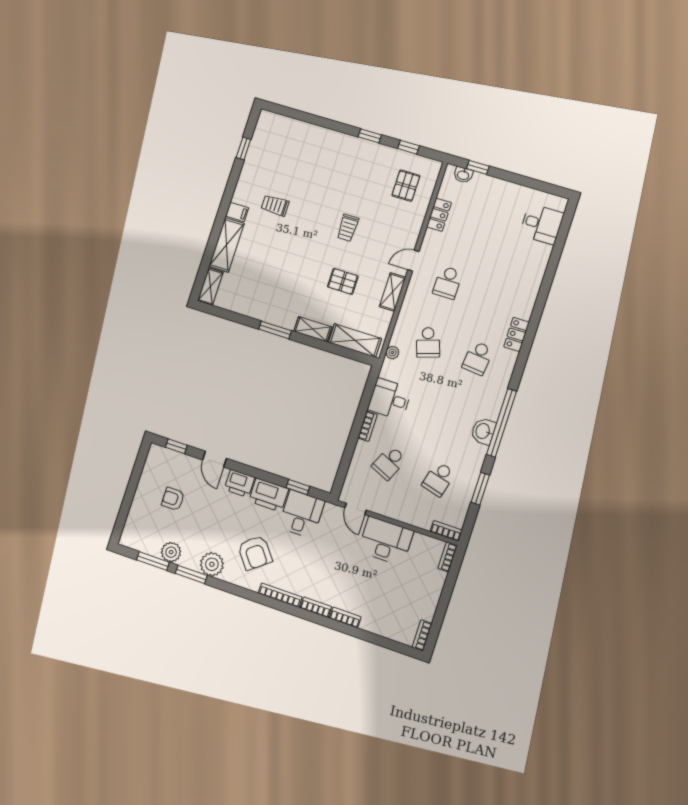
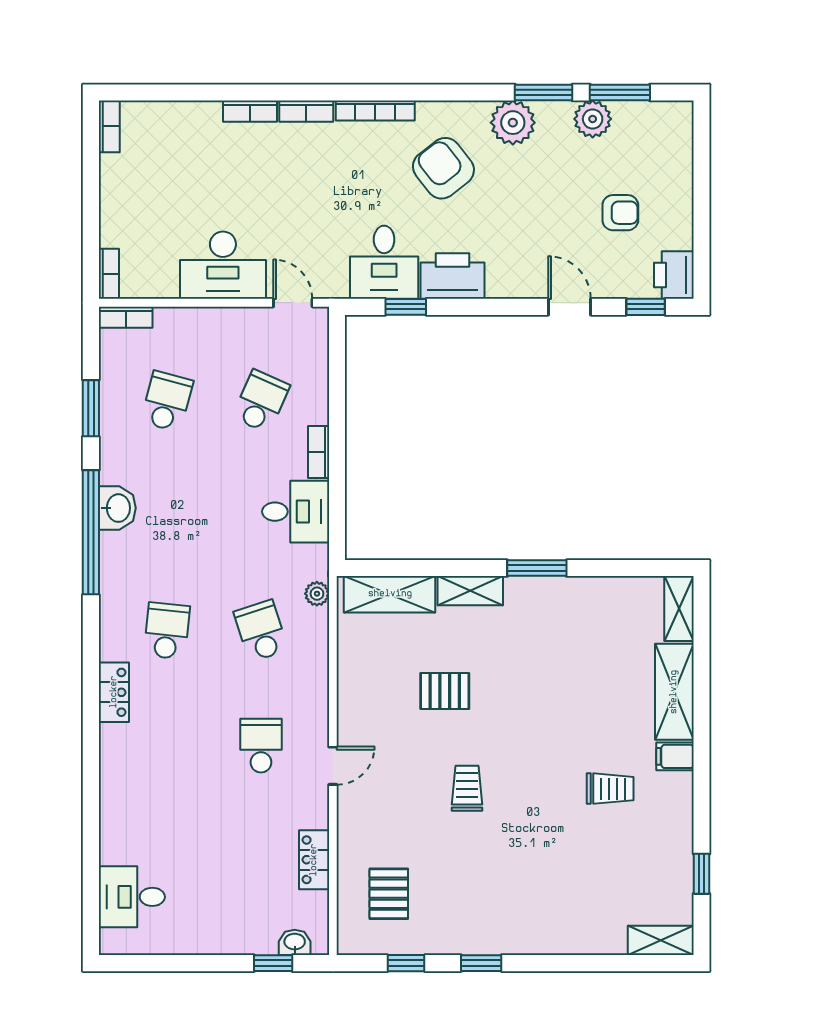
shelving: (392, 292) -> (661, 940), moved, turned 90
printer: (239, 483) -> (674, 275), moved, turned -90

